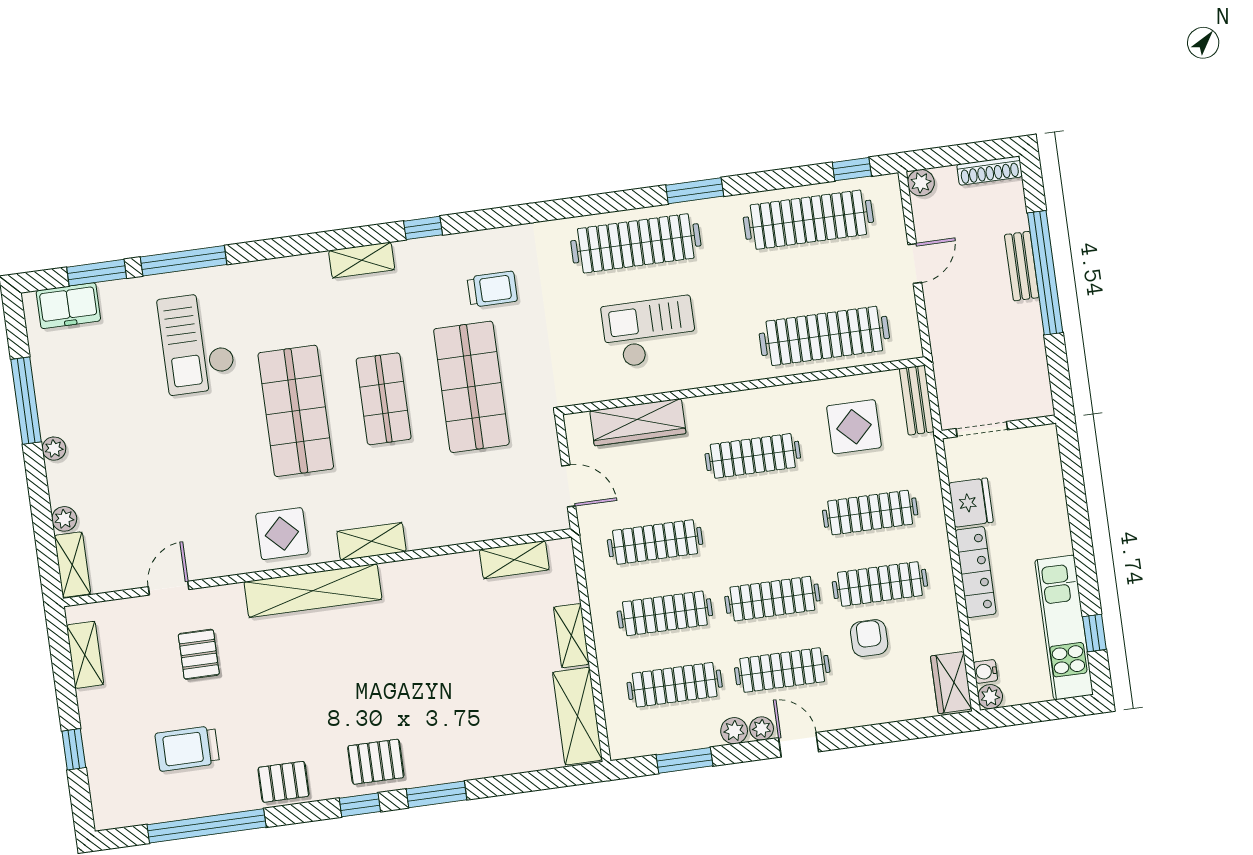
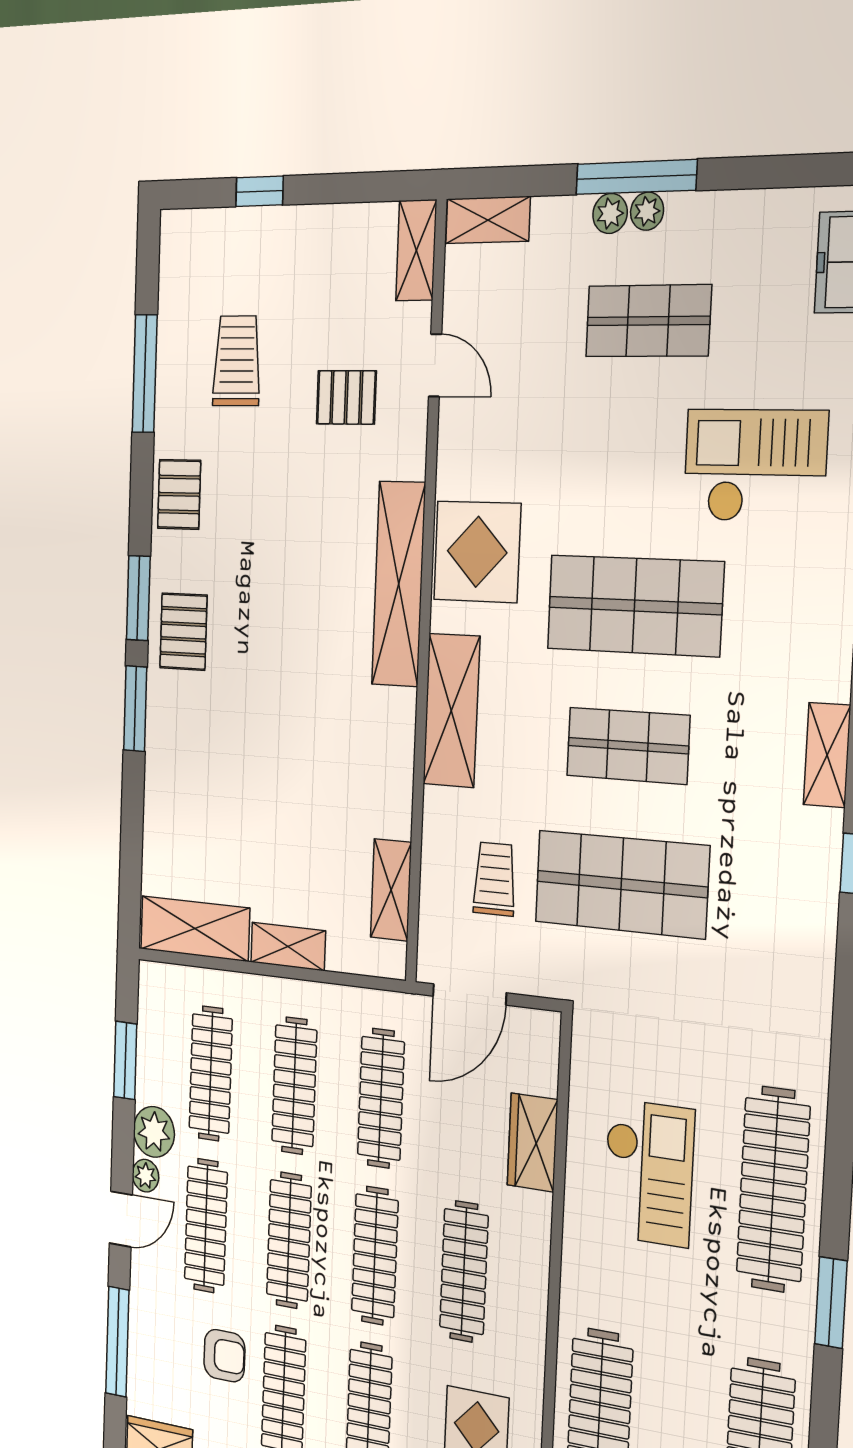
trolley: (492, 289) -> (495, 879), moved, turned 180
window: (26, 401) -> (636, 177), moved
wardrobe: (638, 422) -> (533, 1142), width x0.67
shop shelf: (120, 435) -> (648, 321), added
door: (569, 486) -> (469, 994), width x1.37
plant: (64, 519) -> (610, 213), moved
clothes rail: (763, 527) -> (375, 1256), added
display table: (282, 534) -> (477, 552), width x1.36, depth x1.36
shelving: (371, 541) -> (451, 710), width x1.50, depth x1.33
shelving: (85, 655) -> (416, 250), moved, turned 90
plant: (734, 731) -> (154, 1132), width x1.38, depth x1.38
window: (888, 733) -> (117, 1342), added
window: (360, 805) -> (138, 598), width x1.50
window: (207, 826) -> (145, 374), width x0.68

